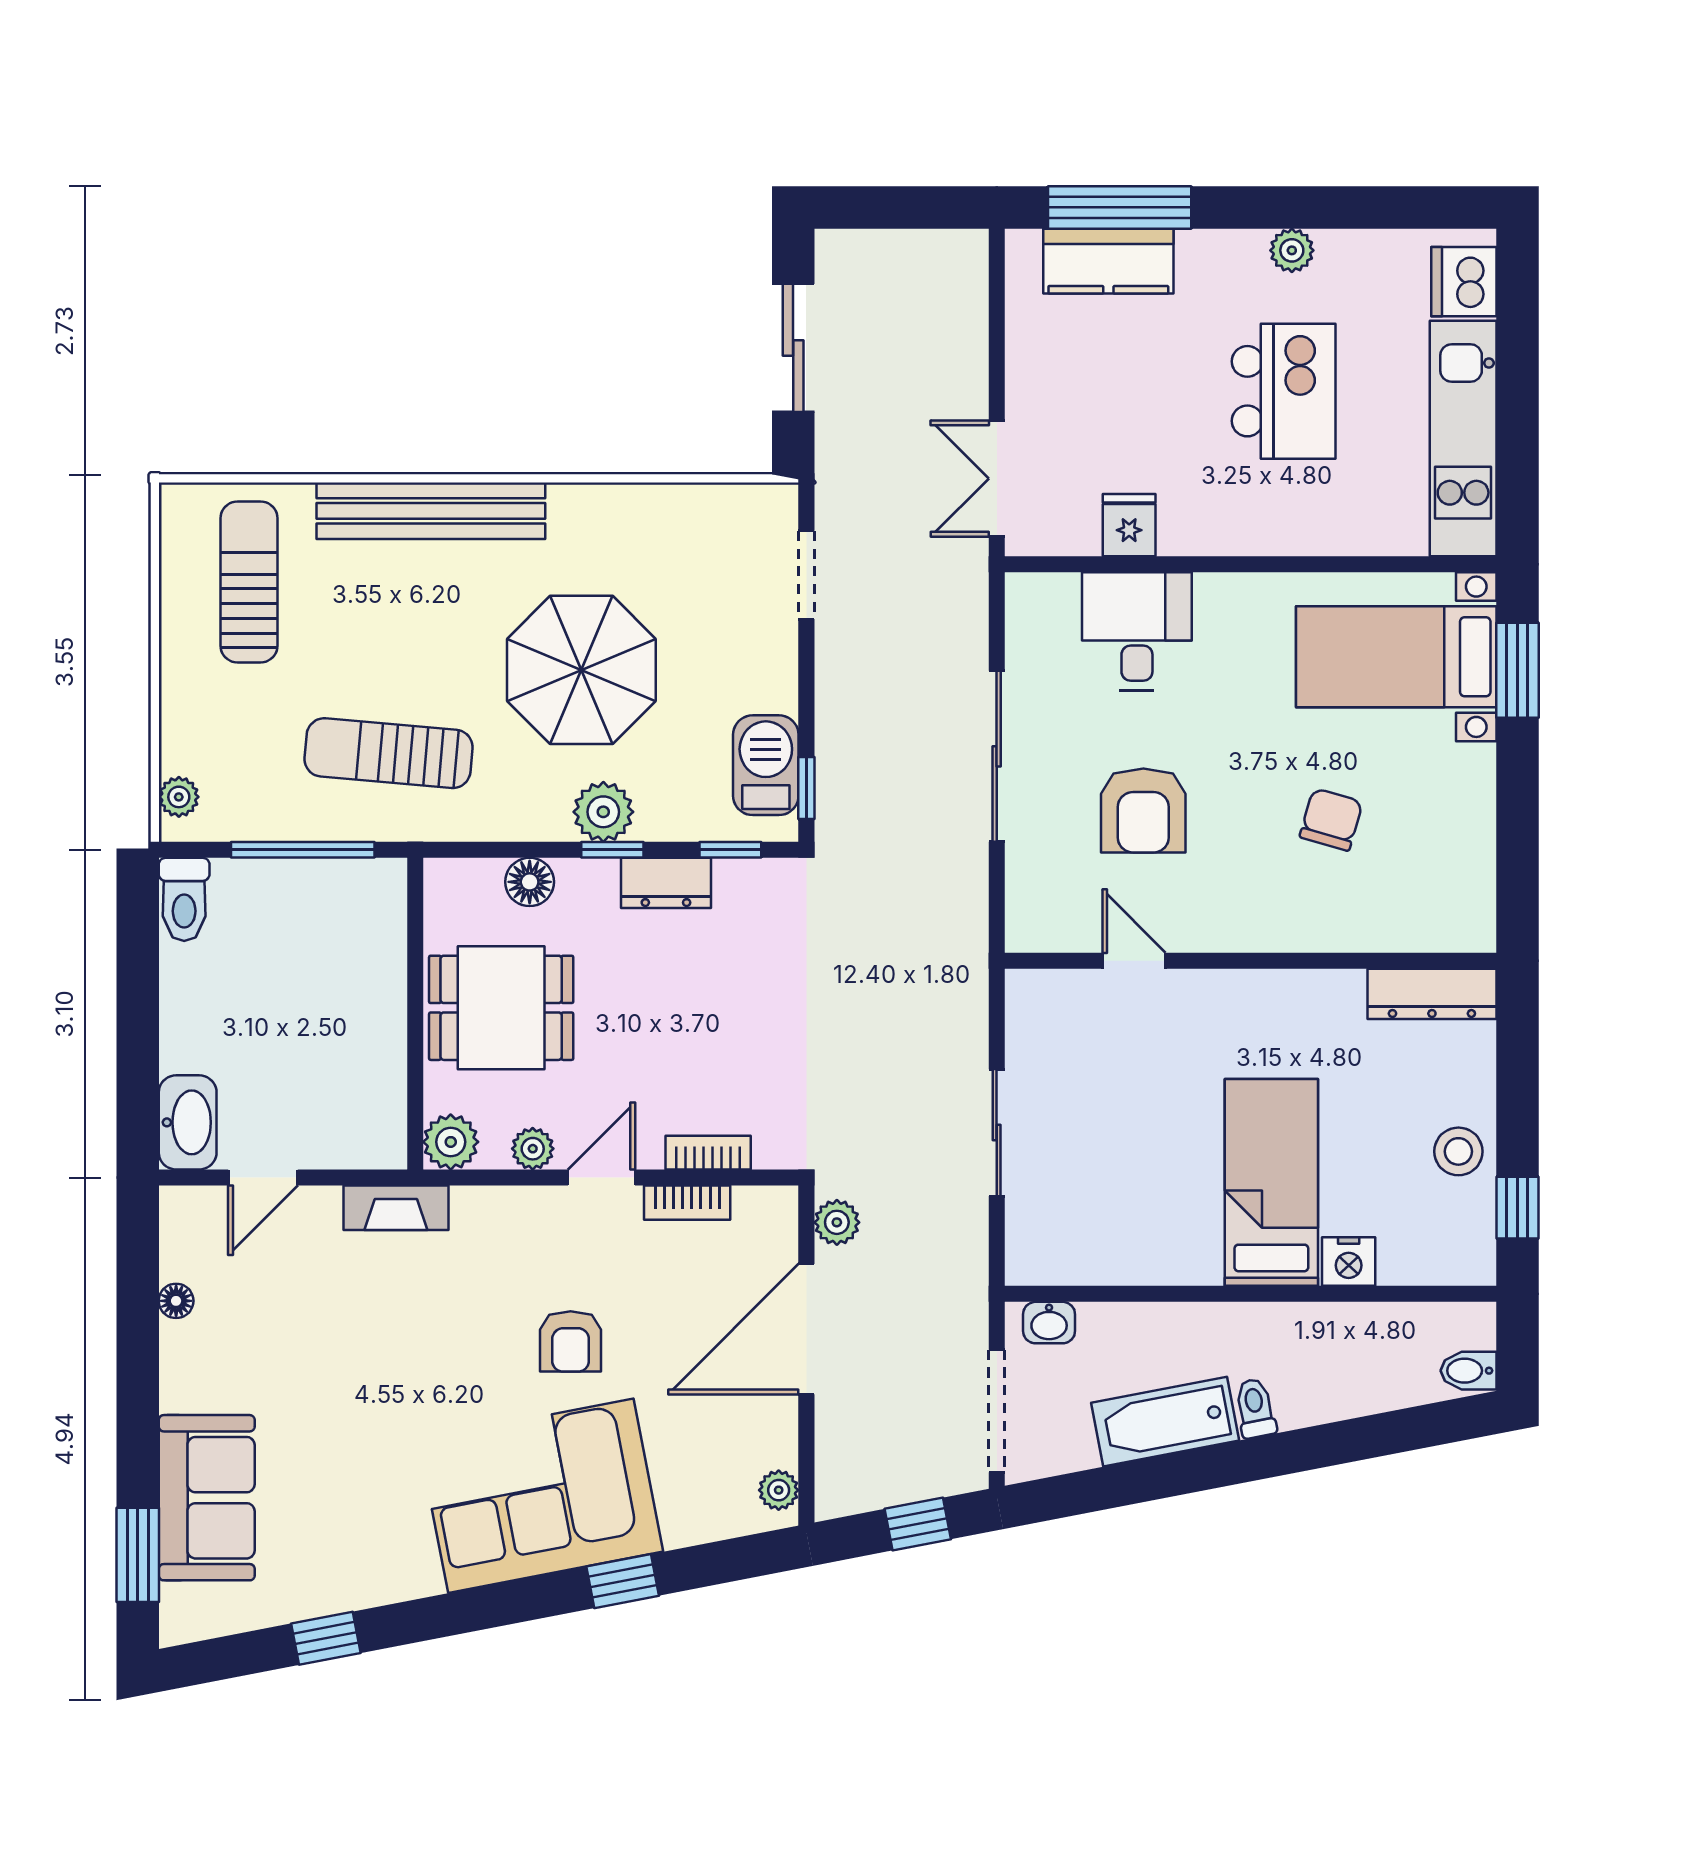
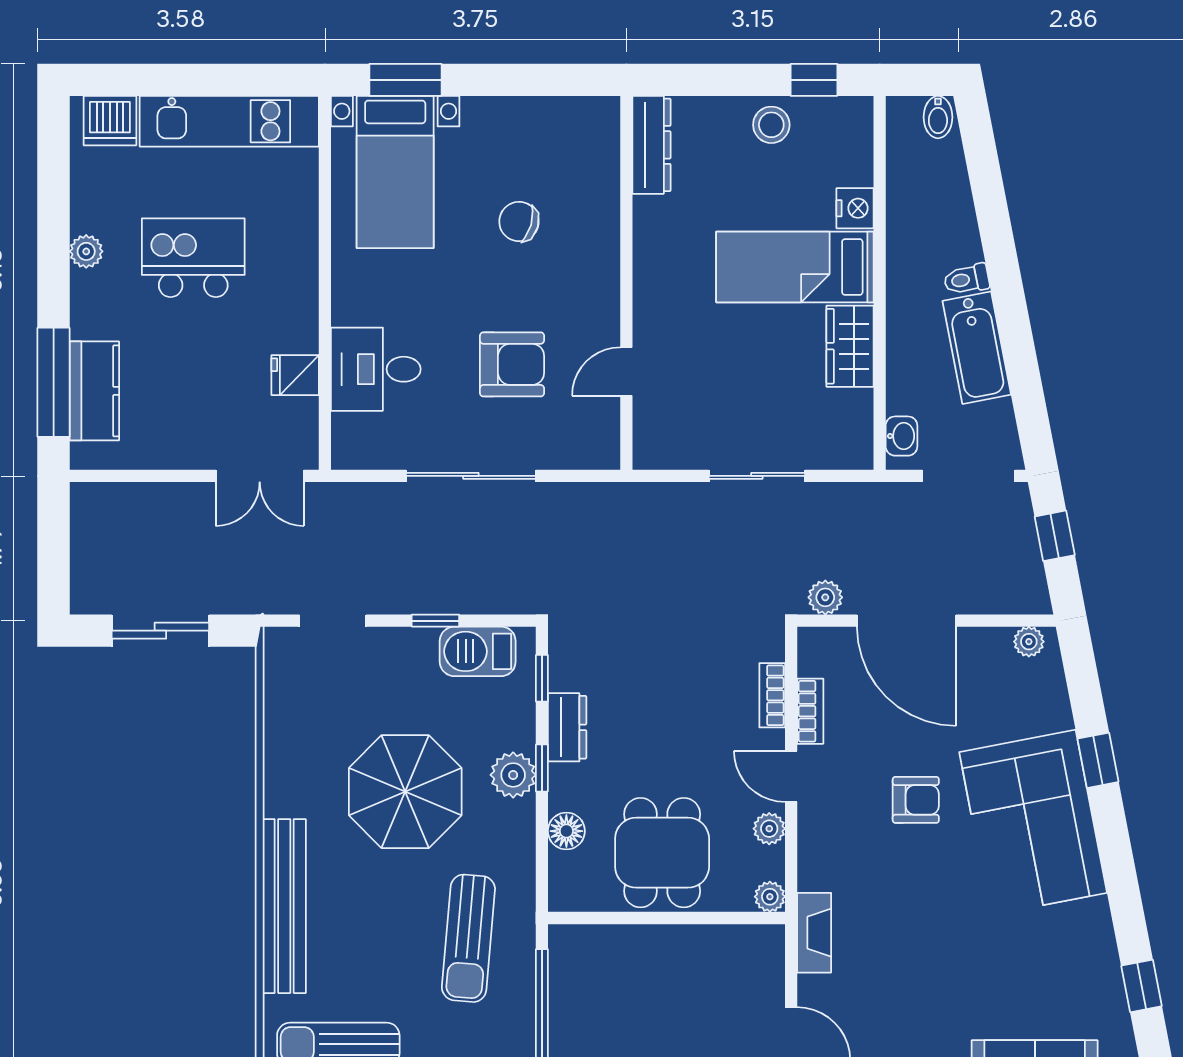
window: (806, 788) -> (435, 621), moved
plant: (451, 1142) -> (770, 897), width x0.73, depth x0.73
wardrobe: (1167, 1255) -> (850, 346), added

